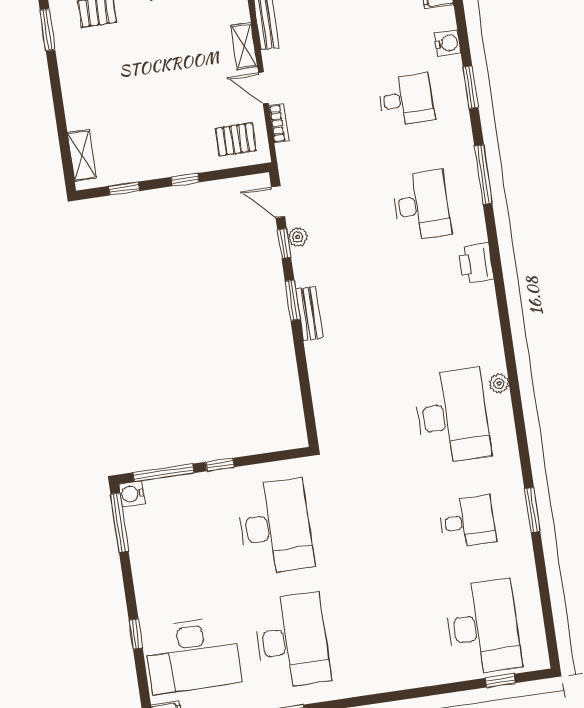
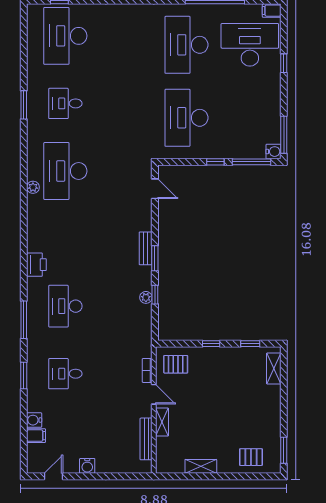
water cooler: (448, 43) -> (34, 420), moved
door: (278, 202) -> (155, 189), moved

